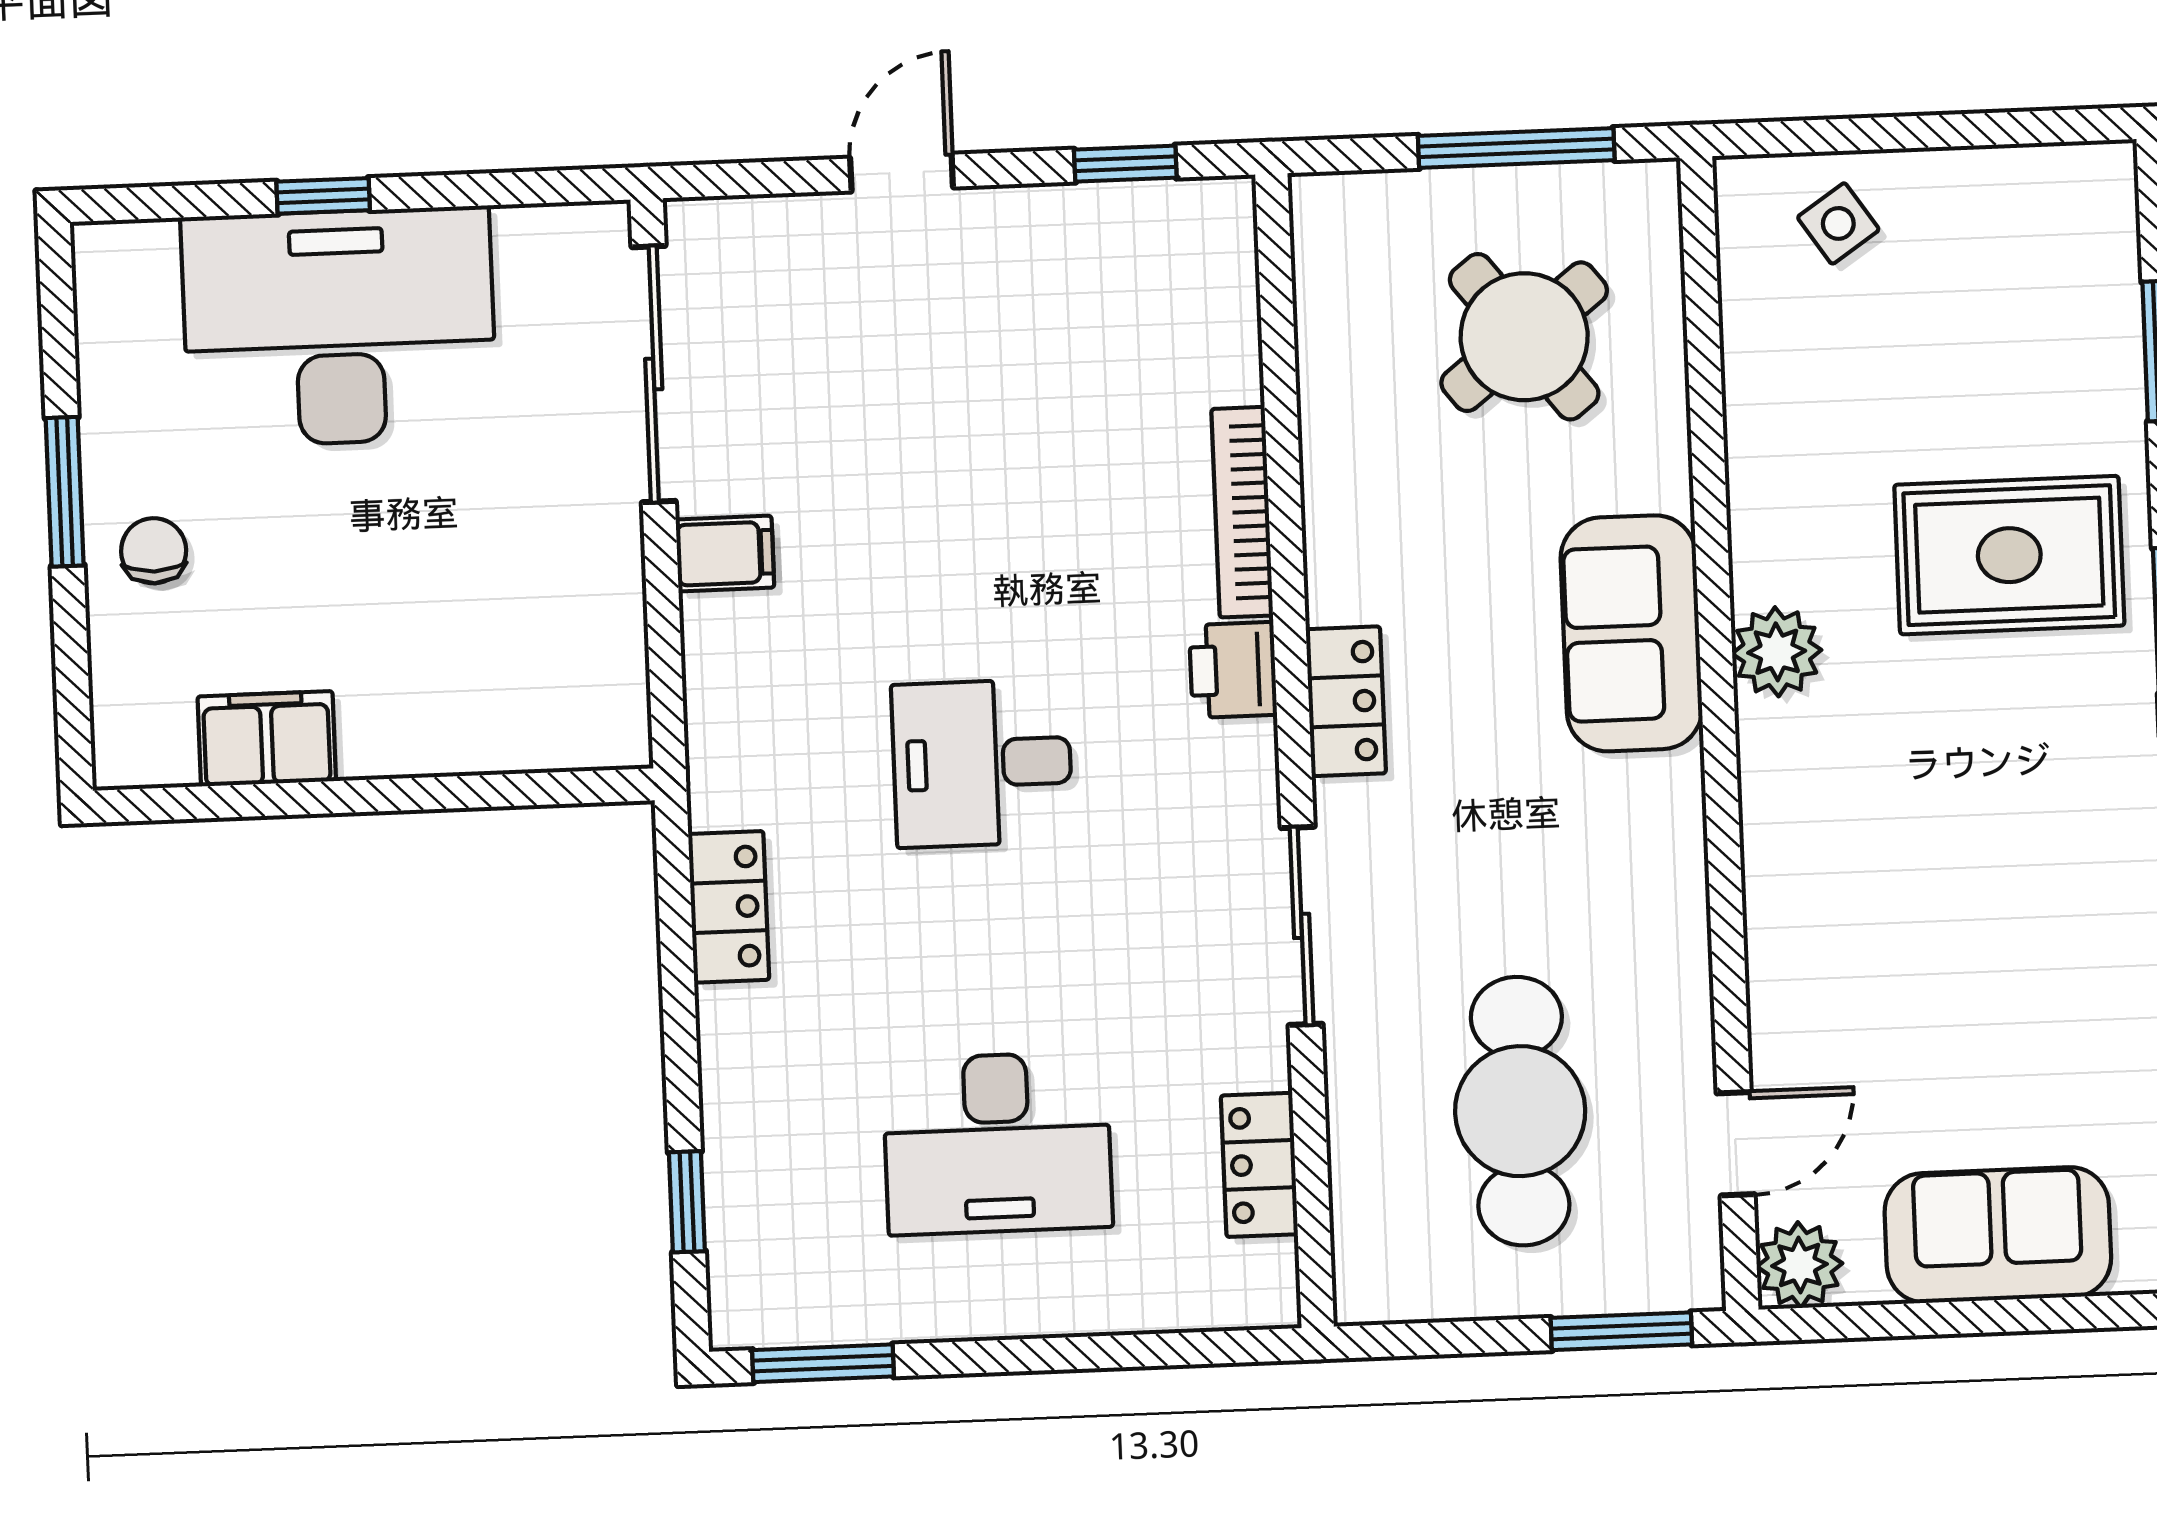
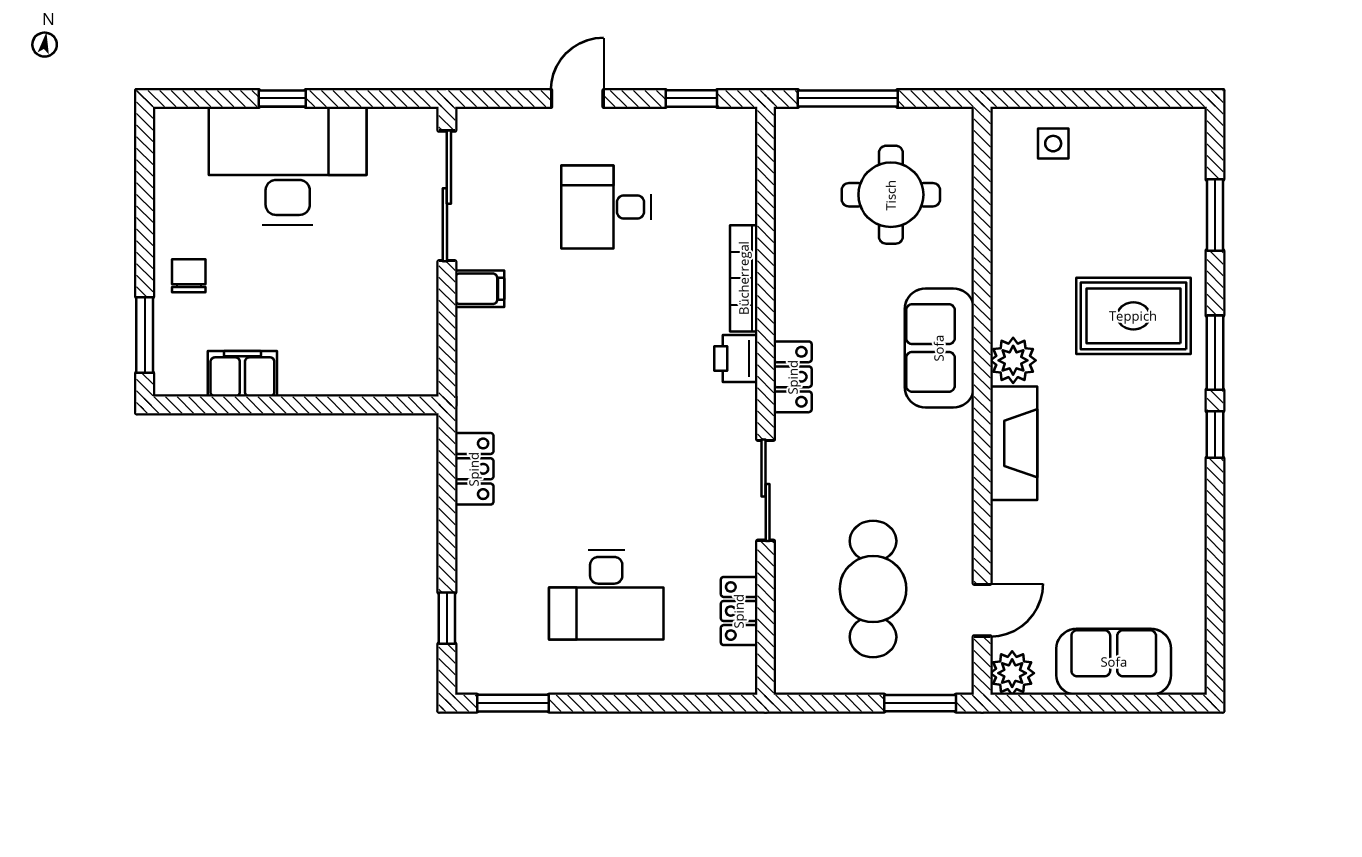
window: (1516, 148) -> (848, 98), moved
side table: (1838, 223) -> (1053, 144), turned 34
round table: (1524, 337) -> (891, 195), turned 38
window: (65, 492) -> (145, 335), moved
desk: (982, 763) -> (606, 207), moved
fireplace: (1784, 814) -> (1014, 443), added

